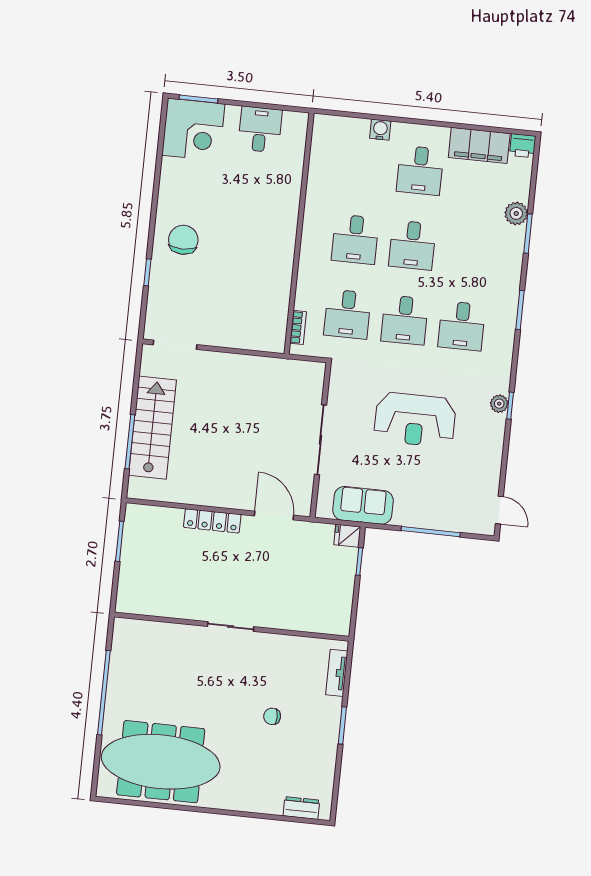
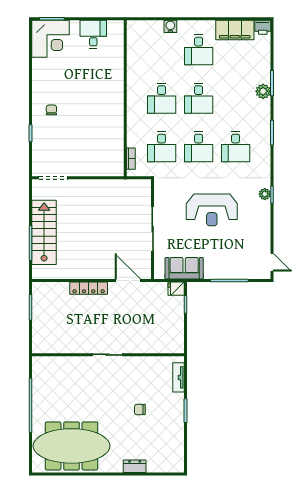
plant: (516, 213) -> (263, 91), moved
chair: (183, 240) -> (51, 110), width x0.54, depth x0.54
dresser: (301, 808) -> (135, 466), moved

